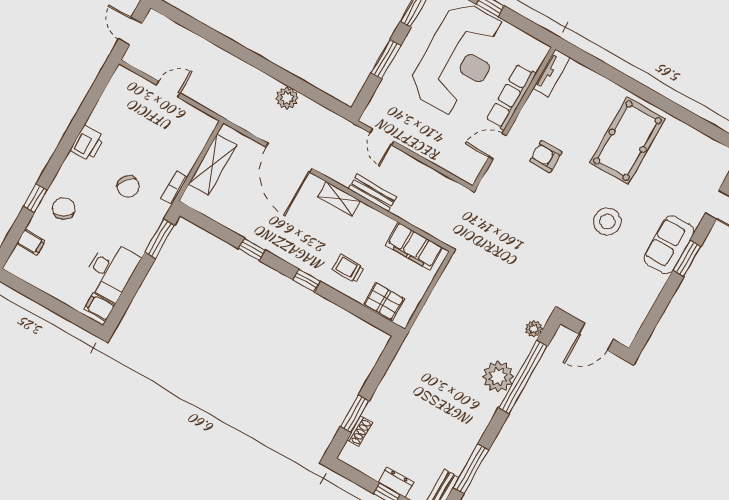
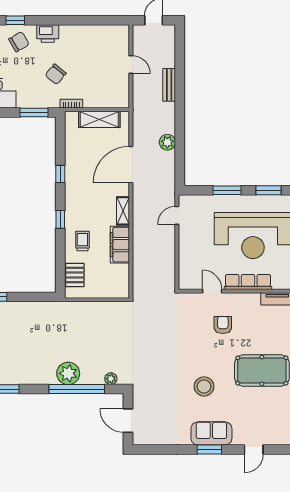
printer: (88, 144) -> (48, 34), moved
bench: (373, 193) -> (169, 85), moved
filing cabinet: (414, 246) -> (120, 245), moved

